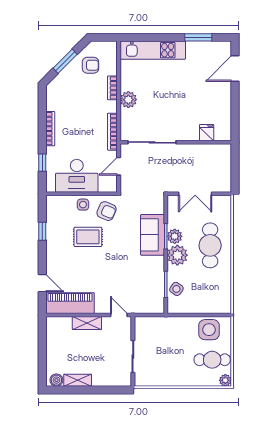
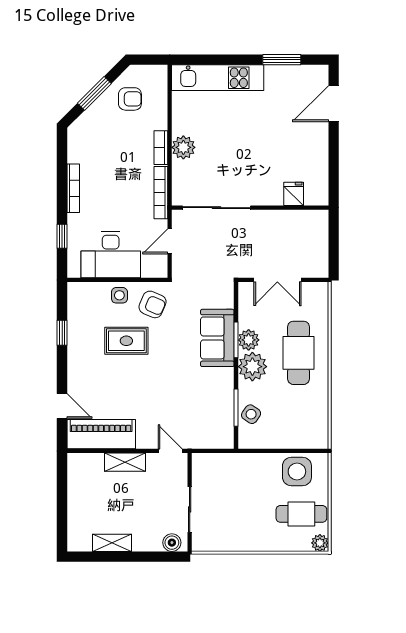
bookcase: (112, 88) -> (161, 148), moved
boiler: (56, 380) -> (172, 543), moved

